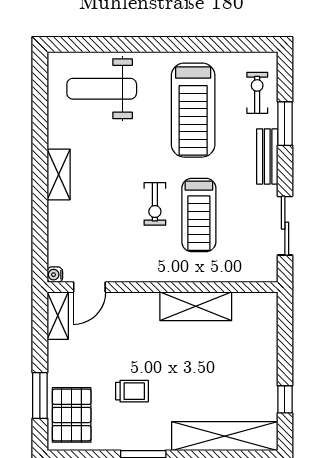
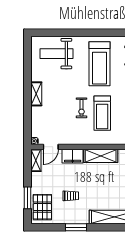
filing cabinet: (136, 307) -> (73, 156), added

